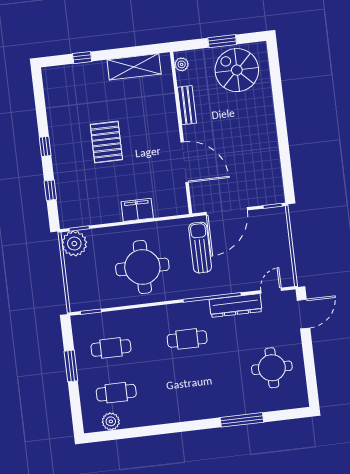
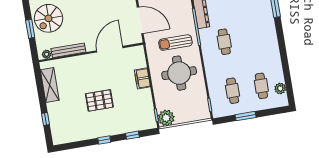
bench: (187, 105) -> (68, 50), width x1.36
sun lounger: (200, 248) -> (175, 43), moved

